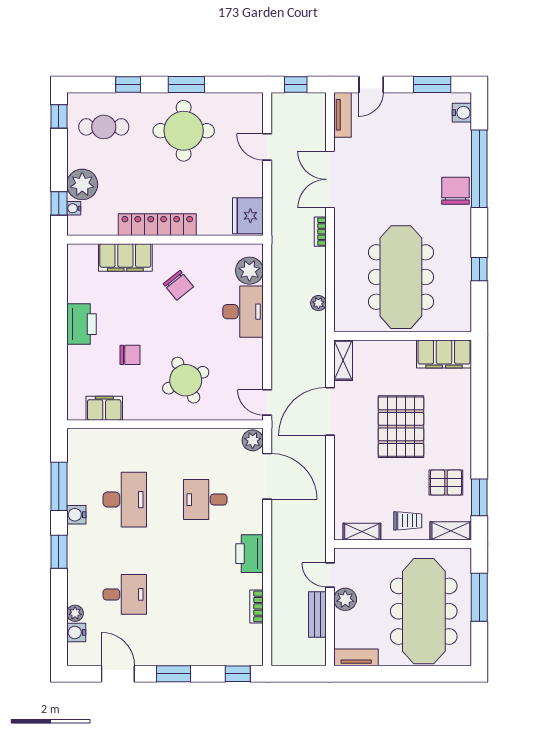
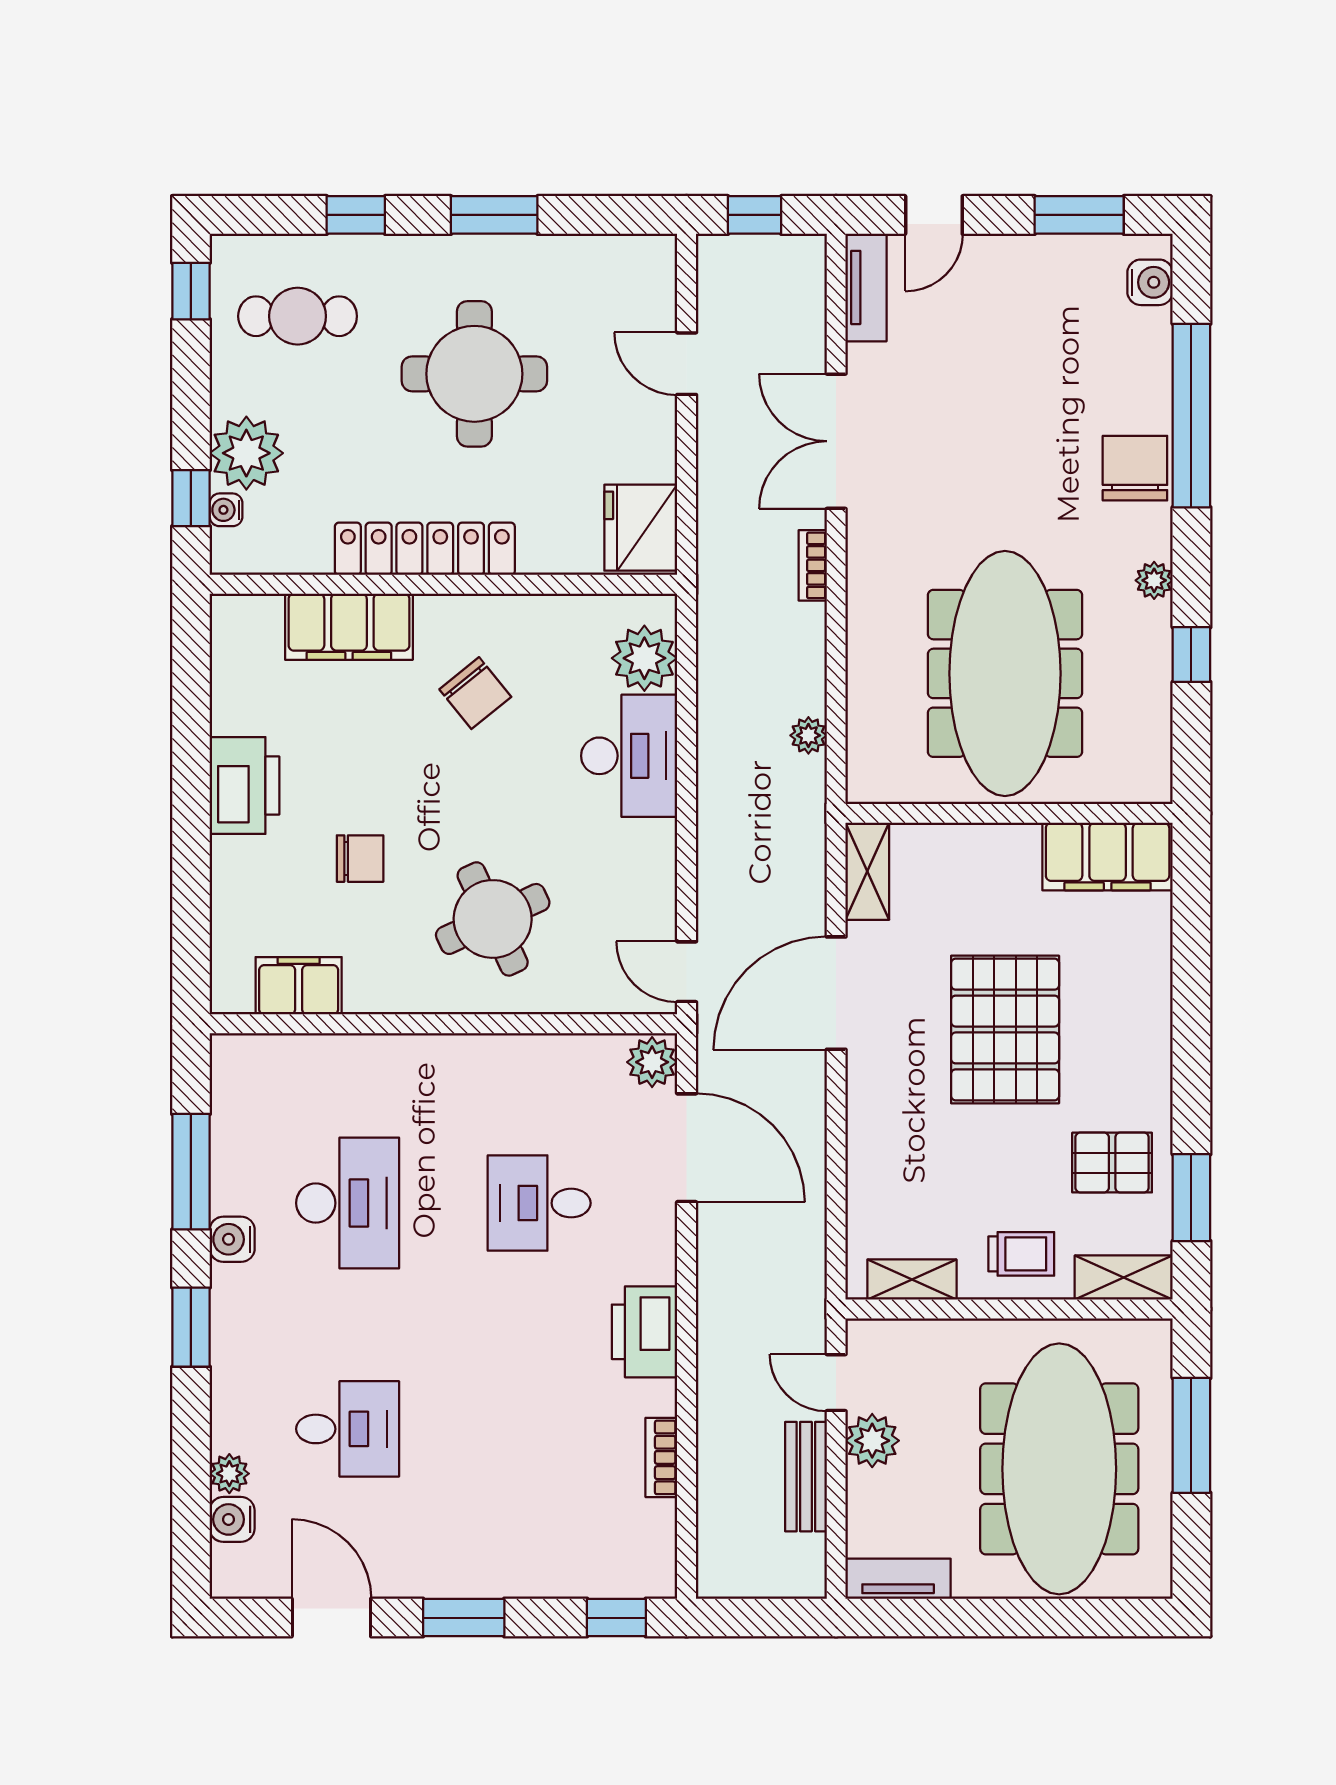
round table: (184, 131) -> (474, 374), moved
plant: (464, 238) -> (1154, 580), added

